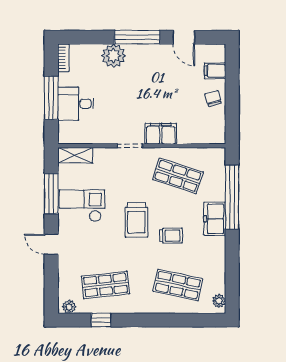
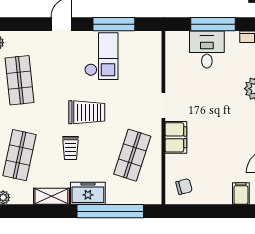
chair: (213, 98) -> (184, 187), moved
shelving: (75, 155) -> (51, 196), moved, turned 90
trolley: (136, 220) -> (87, 112), turned 180

